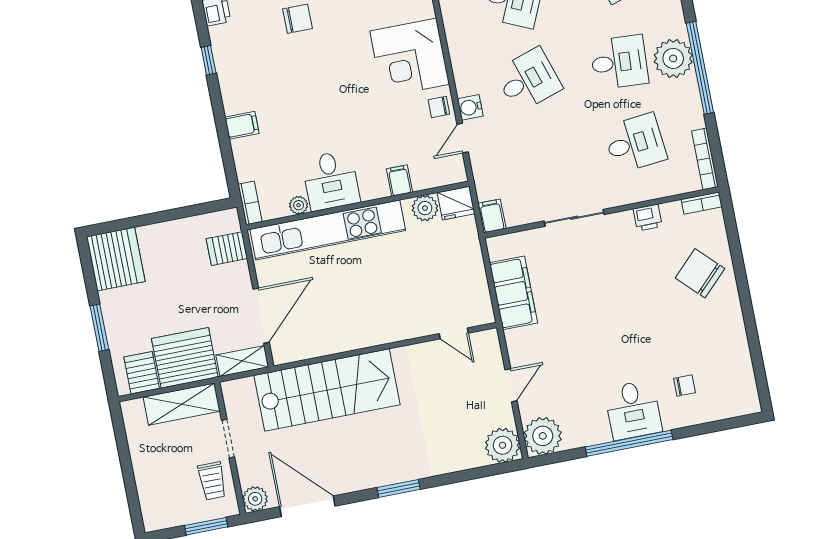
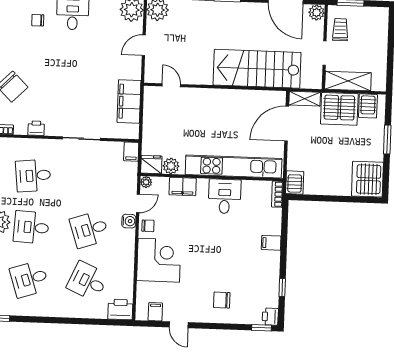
filing cabinet: (399, 180) -> (183, 187), width x2.00
plant: (299, 205) -> (146, 182), moved
server rack: (227, 249) -> (295, 183), moved, turned -90

